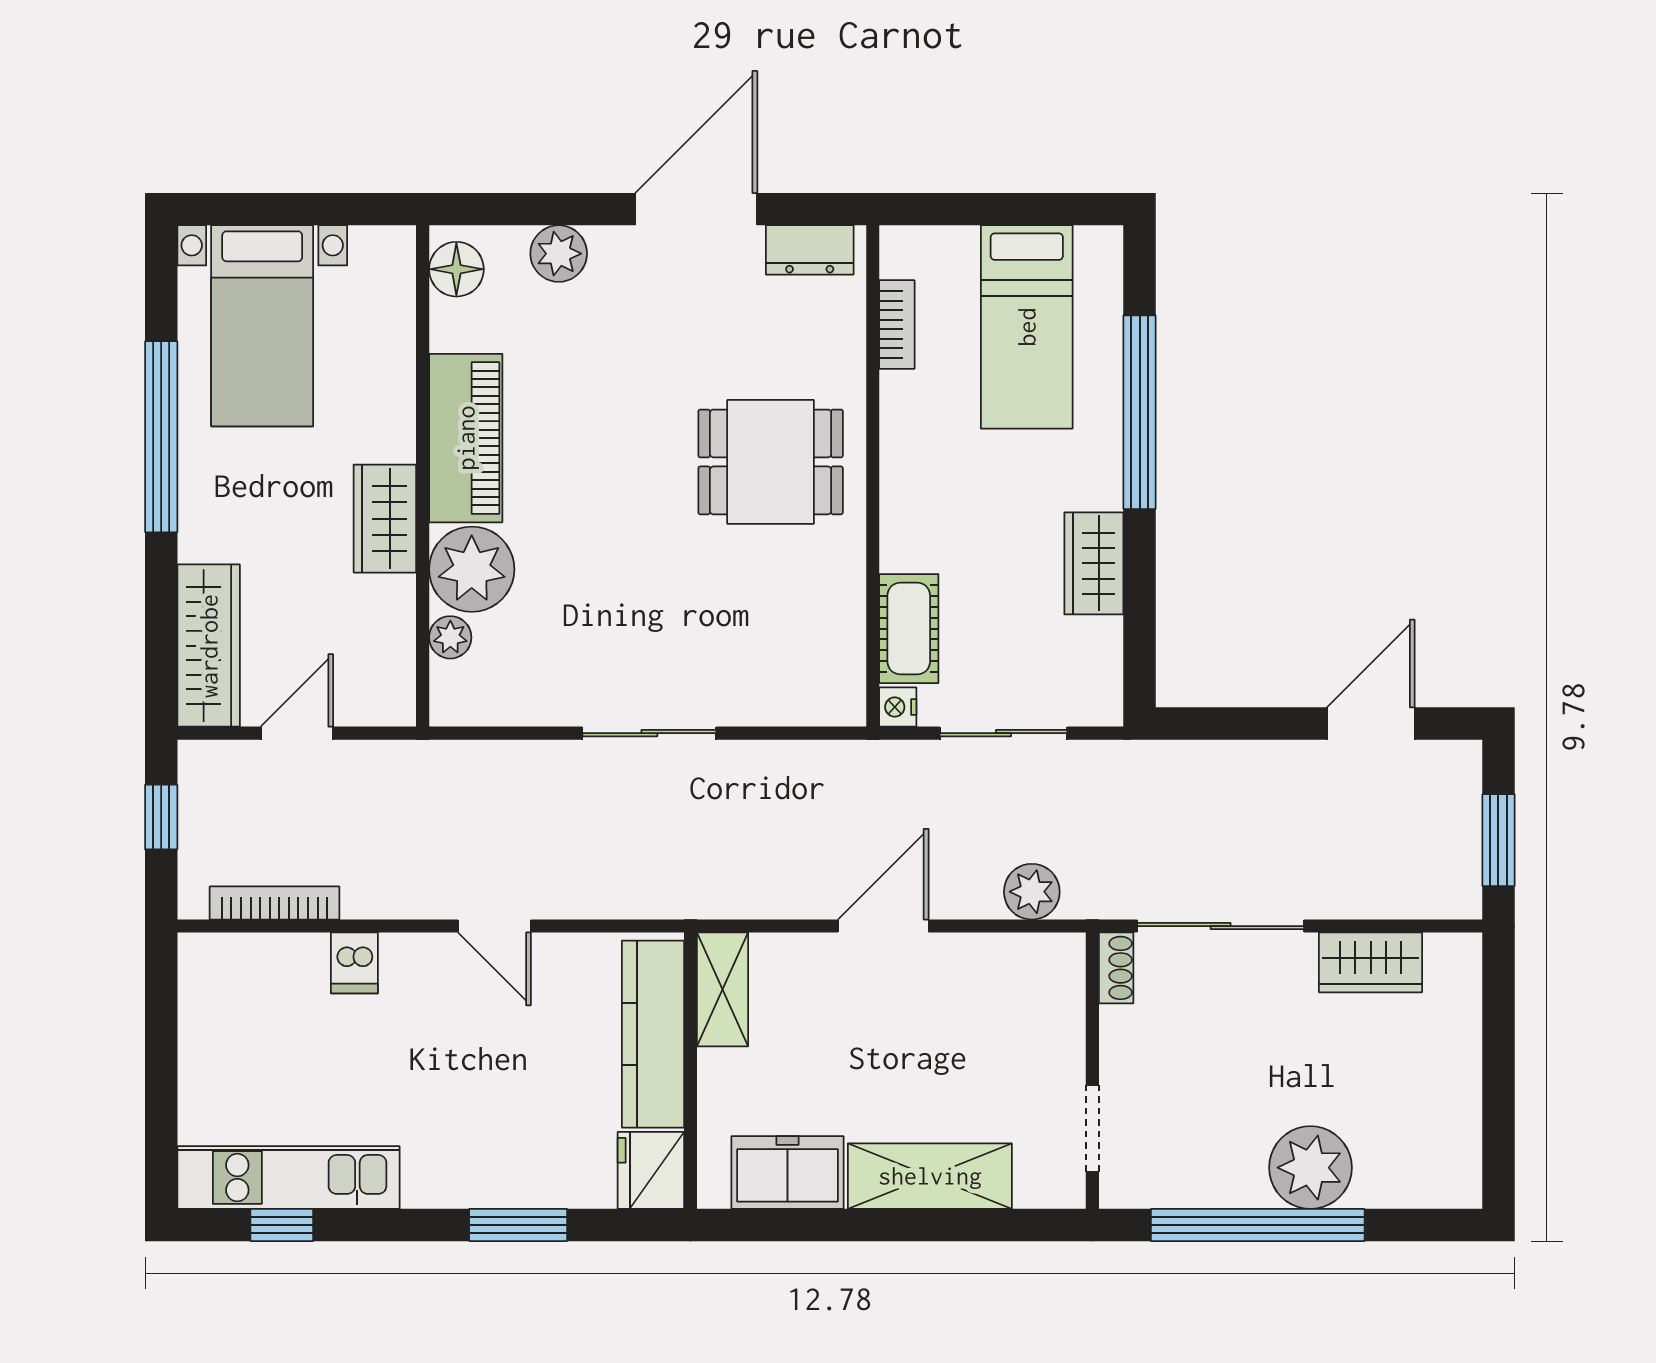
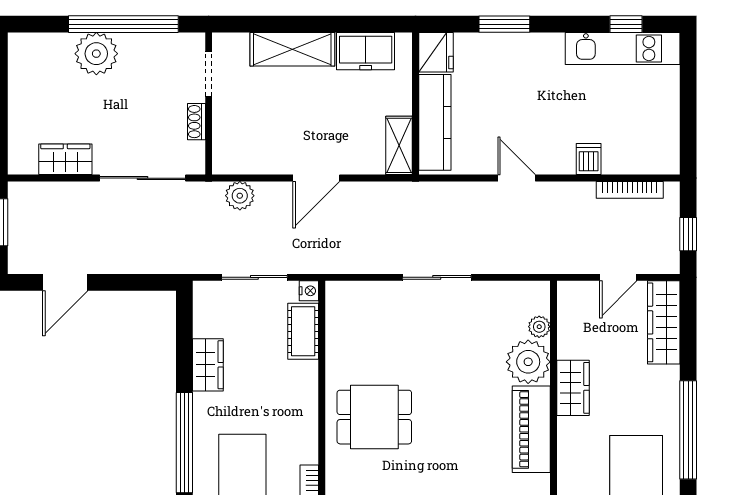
shoe rack: (1116, 968) -> (196, 122), moved

